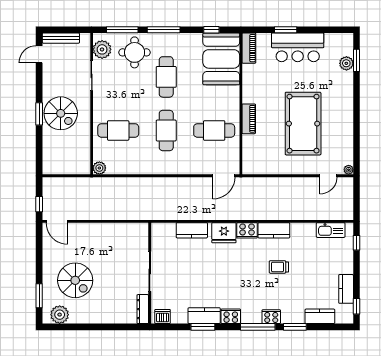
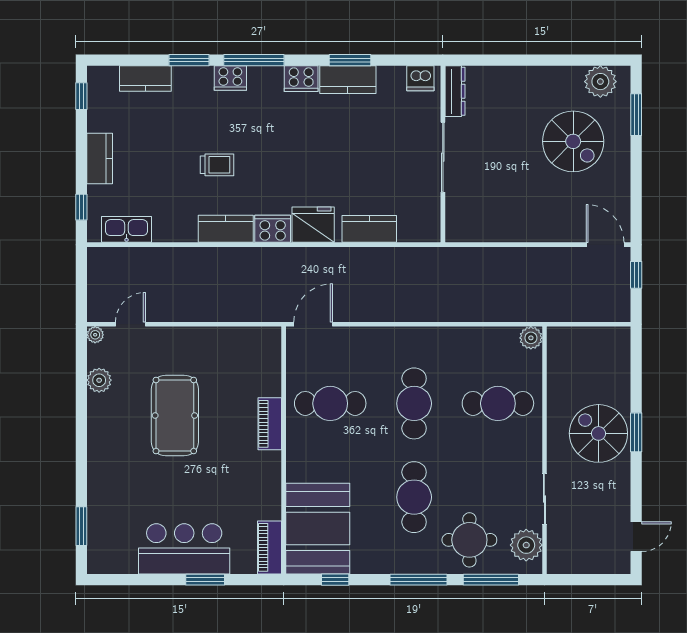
bench: (61, 38) -> (598, 565), removed
plant: (346, 63) -> (99, 380), moved
pool table: (303, 124) -> (175, 416), width x0.73, depth x0.76
spiral stairs: (75, 280) -> (573, 141), turned 180
kitchen counter: (346, 289) -> (100, 159), moved

